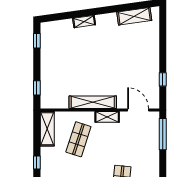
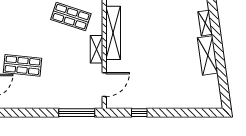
shelving: (134, 16) -> (208, 55), moved

